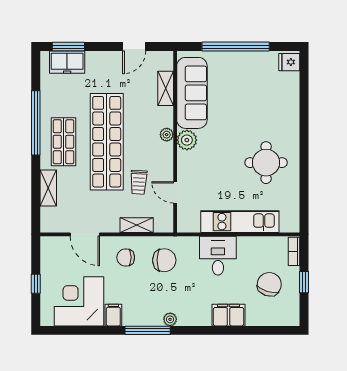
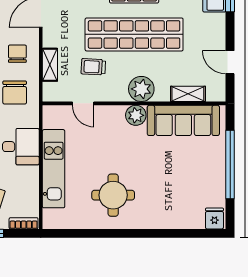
plant: (167, 135) -> (141, 89), width x1.88, depth x1.88
door: (175, 192) -> (83, 103), swing flipped

